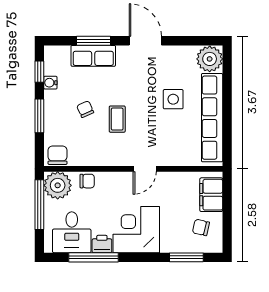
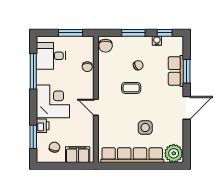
chair: (57, 155) -> (106, 46), turned 90
plant: (58, 185) -> (84, 46), removed
window: (39, 205) -> (71, 33), width x0.69
printer: (102, 244) -> (43, 126), moved

